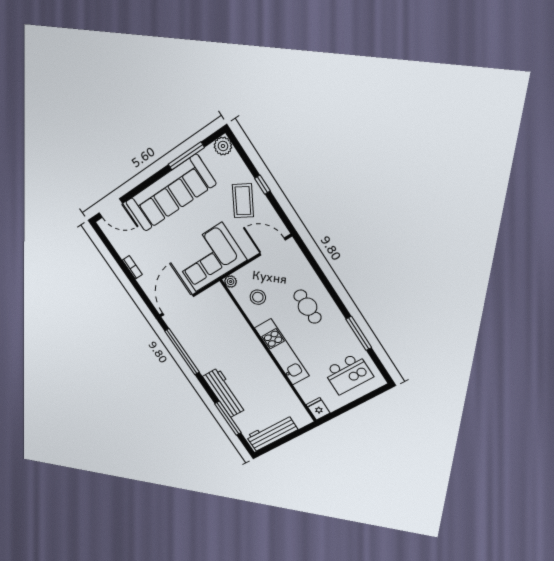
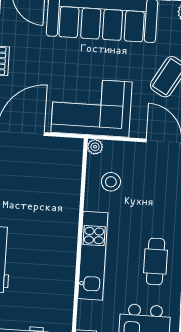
cafe table: (308, 307) -> (156, 261), moved

